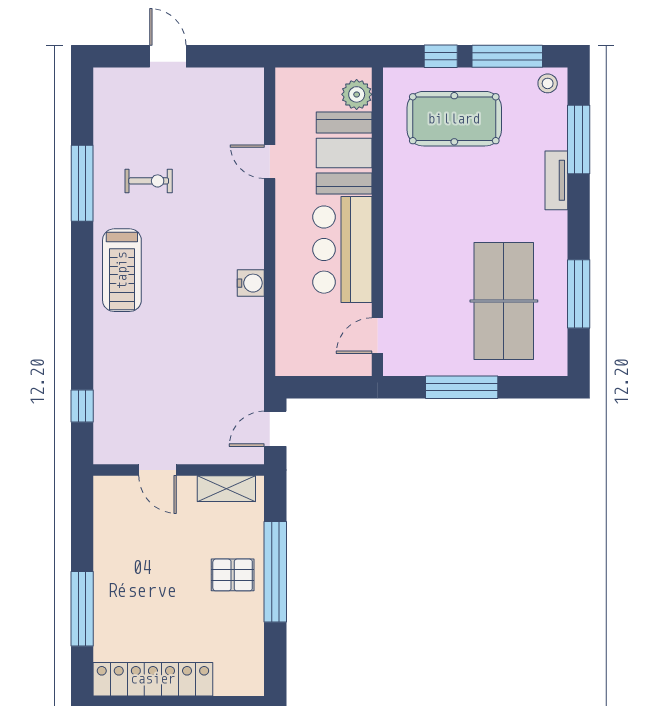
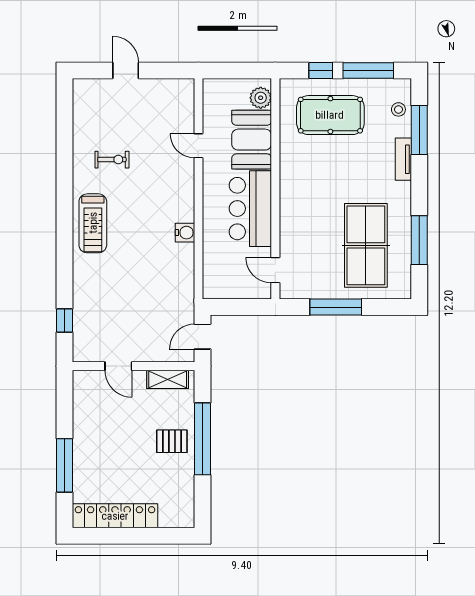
stool: (548, 83) -> (398, 109), moved
window: (82, 183) -> (64, 161), removed
door: (377, 336) -> (275, 270), hinge flipped

